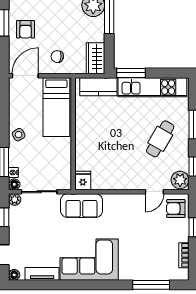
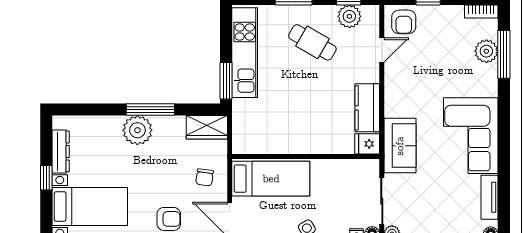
kitchen counter: (98, 87) -> (367, 108), moved, turned 180
plant: (180, 180) -> (349, 16), moved
door: (154, 192) -> (382, 50), hinge flipped
bookcase: (184, 255) -> (481, 11), moved
plant: (153, 271) -> (486, 51), added

